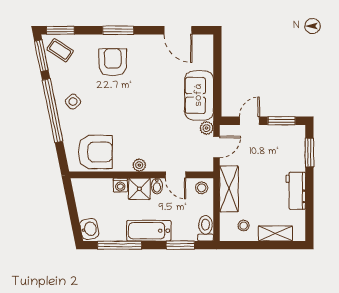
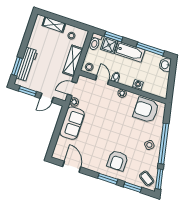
window: (60, 30) -> (133, 187), moved
shower: (139, 189) -> (109, 45), moved
workbench: (296, 191) -> (27, 64), moved, width x1.38

